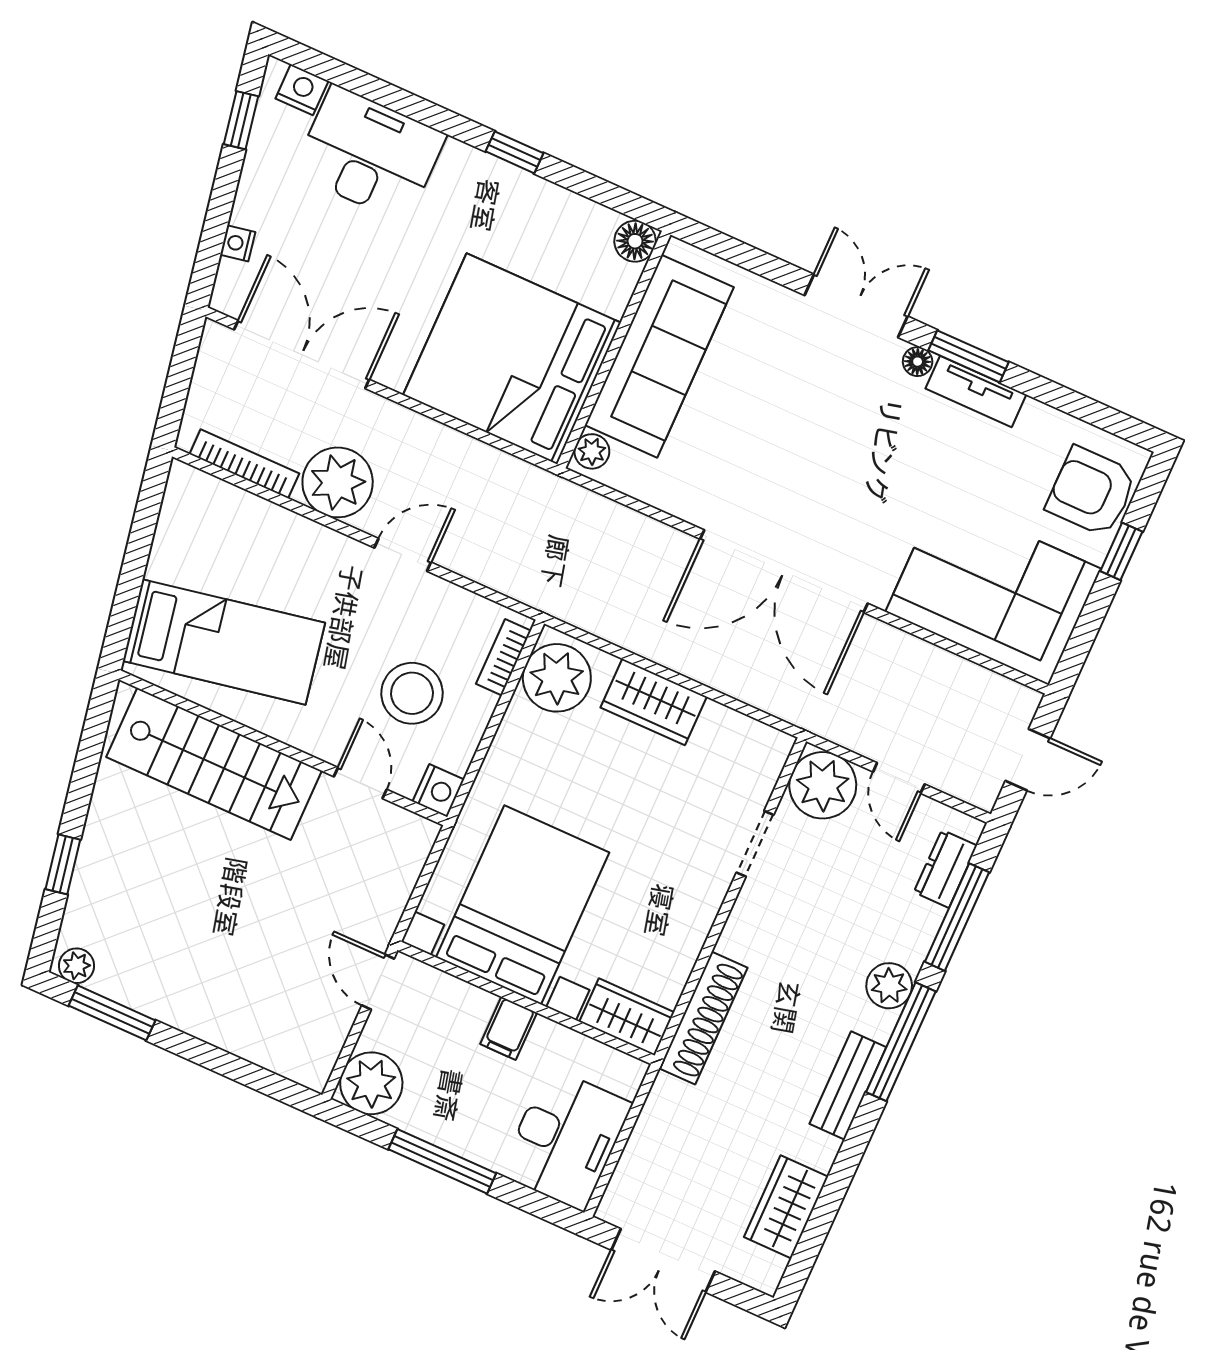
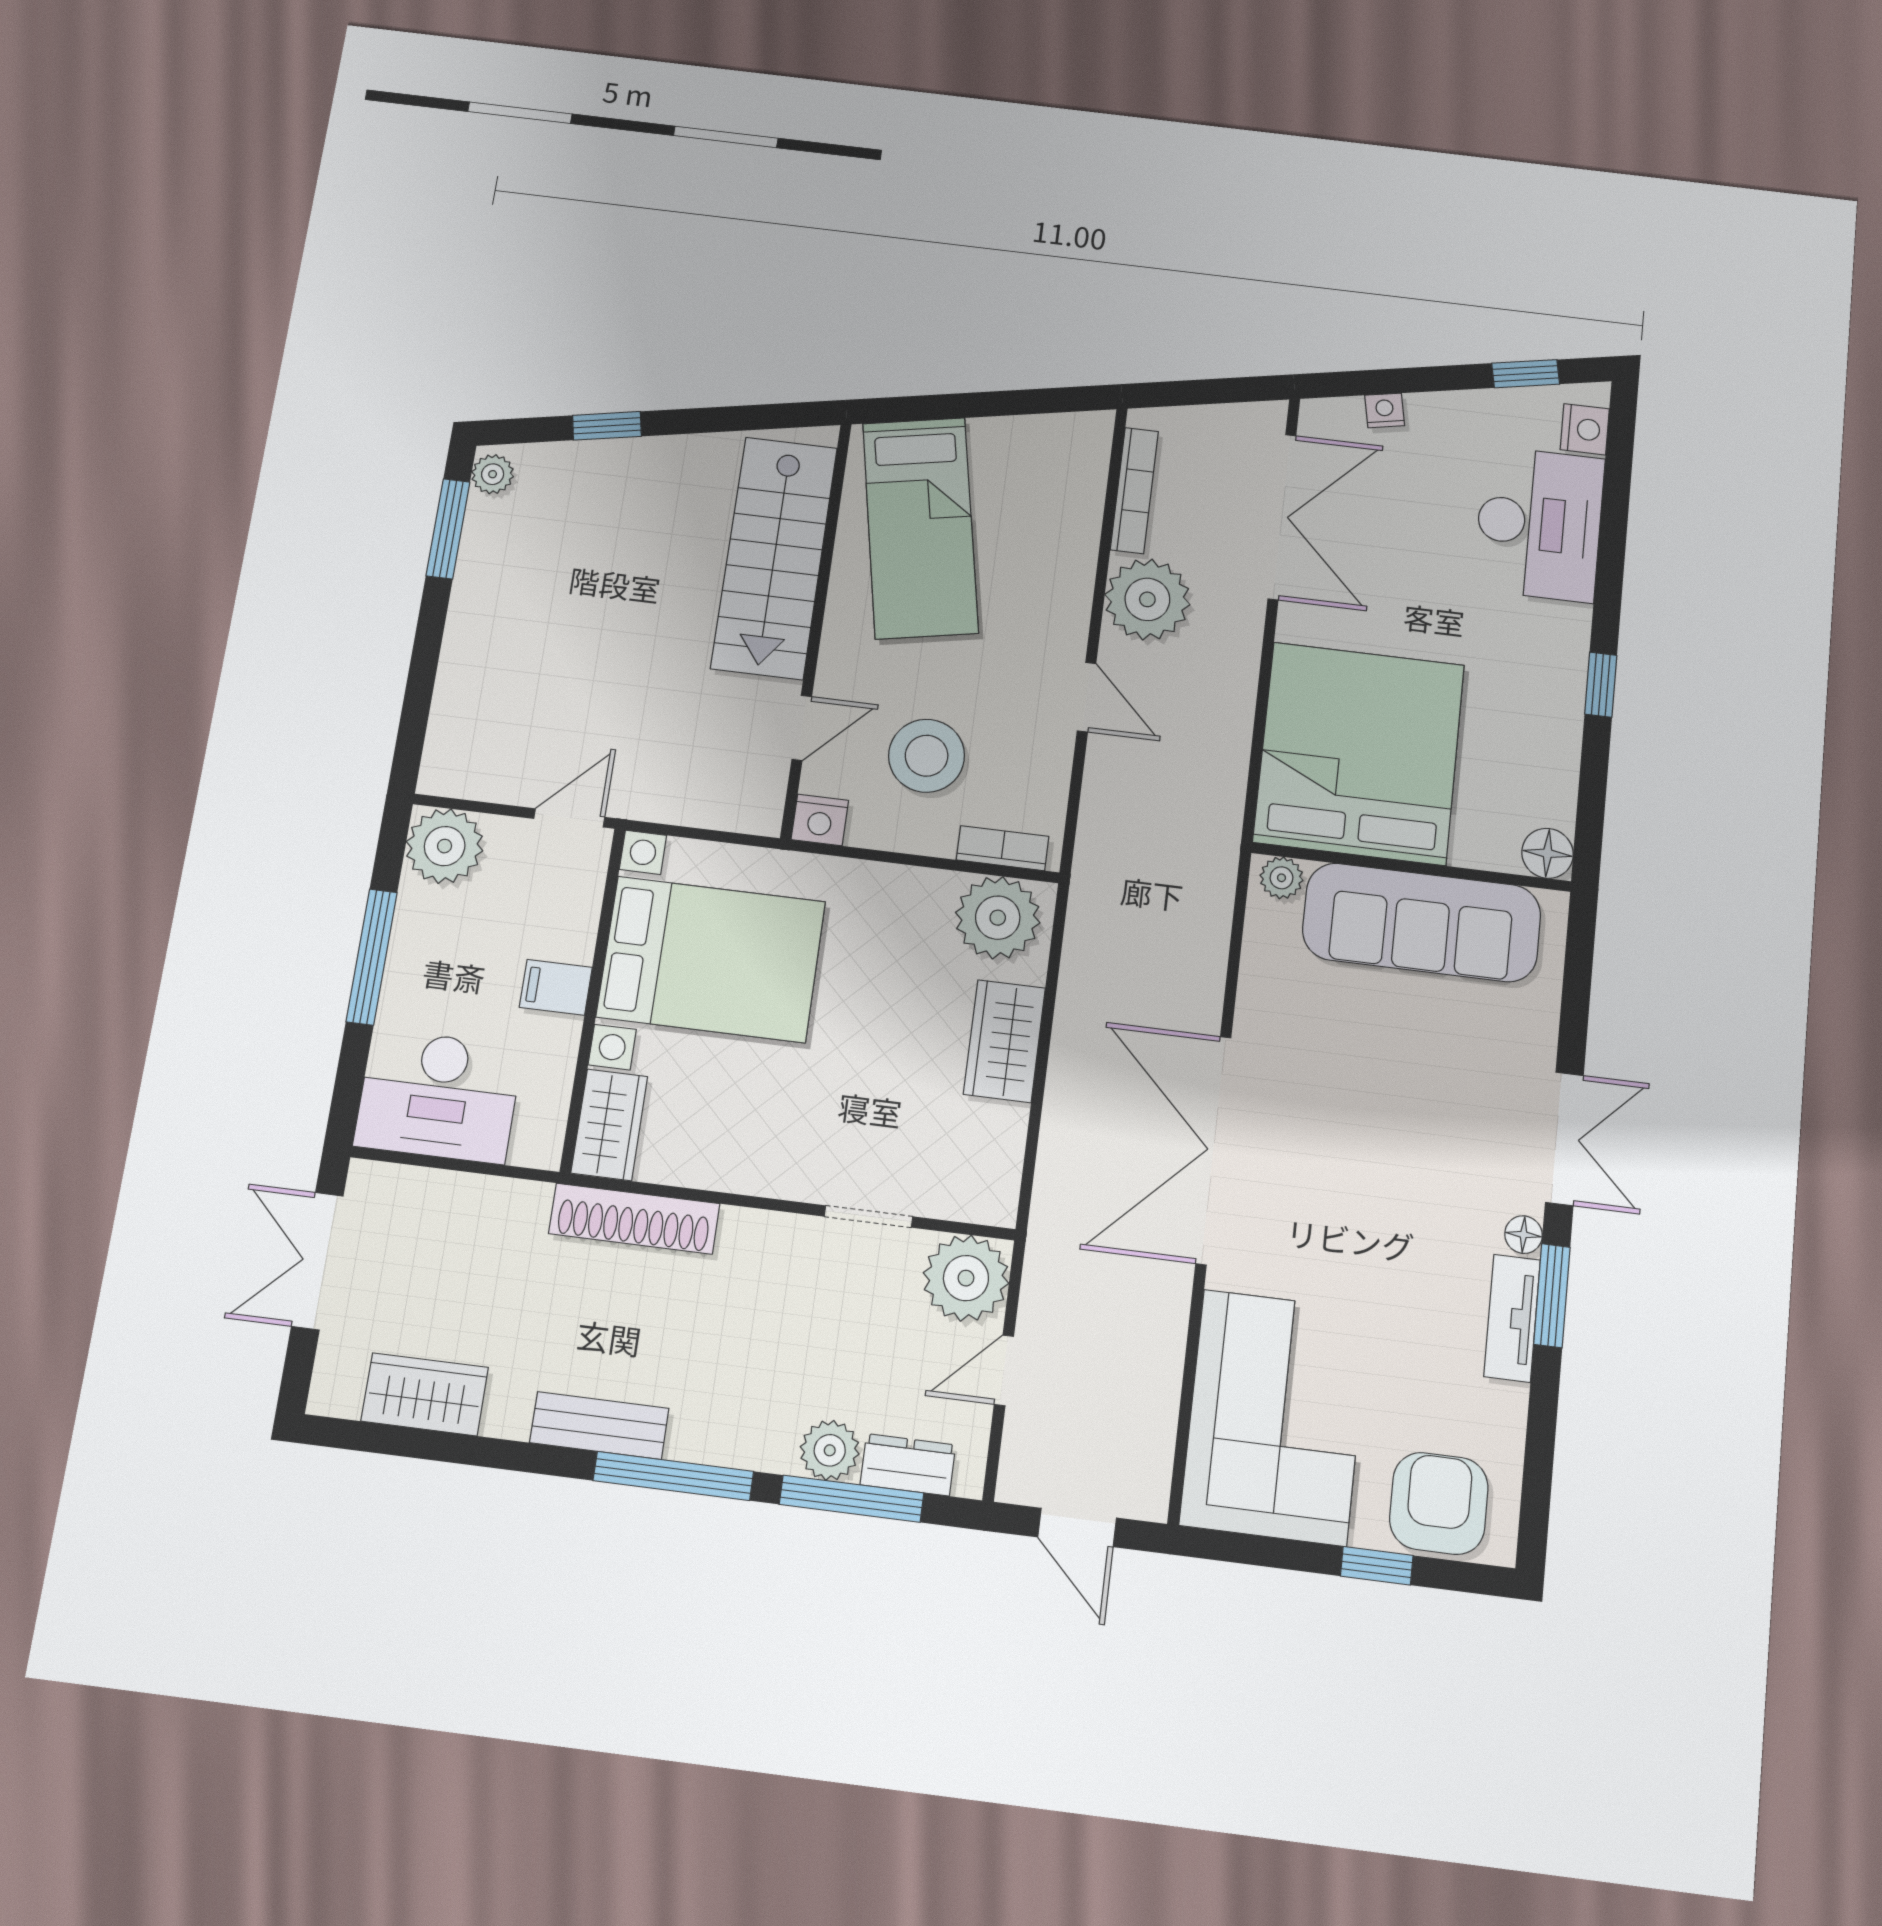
plant: (889, 986) -> (830, 1450), moved

